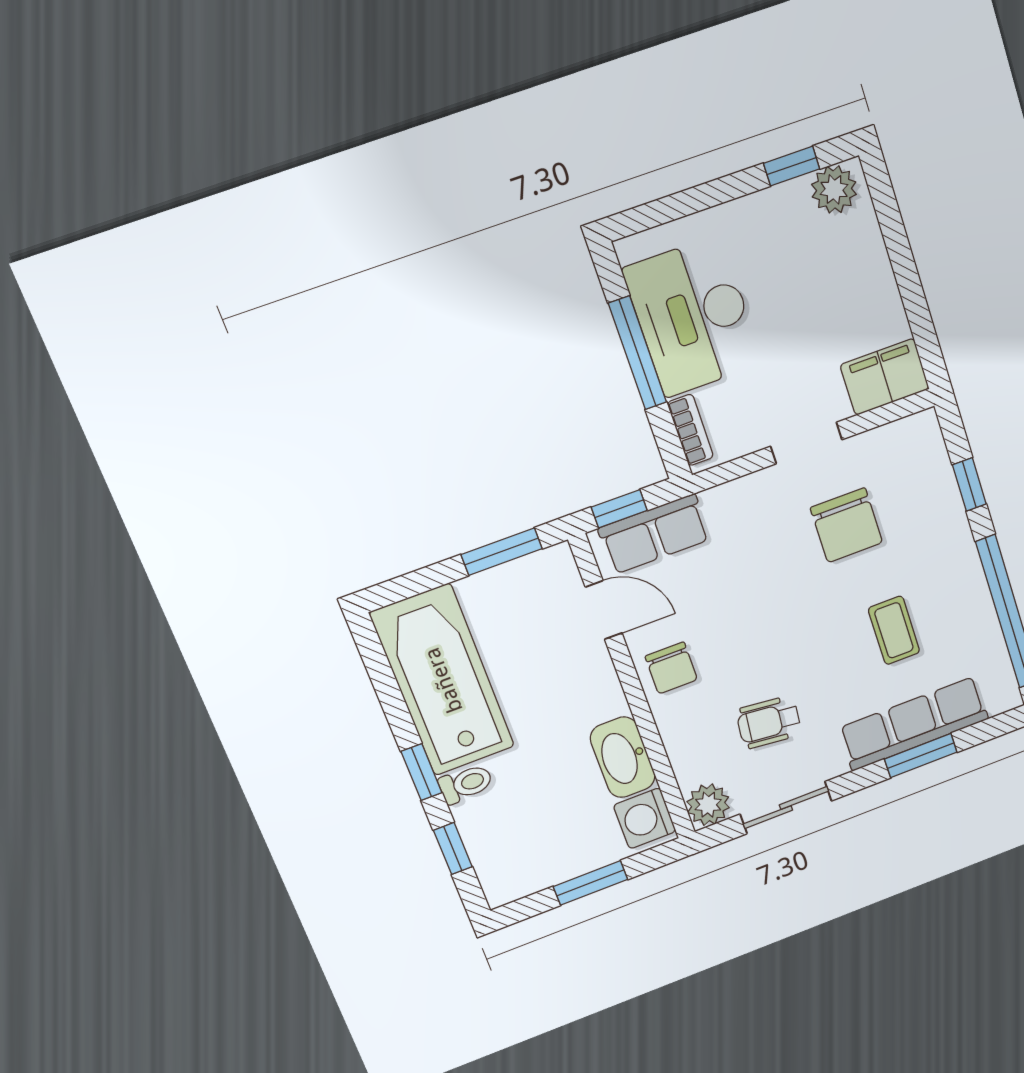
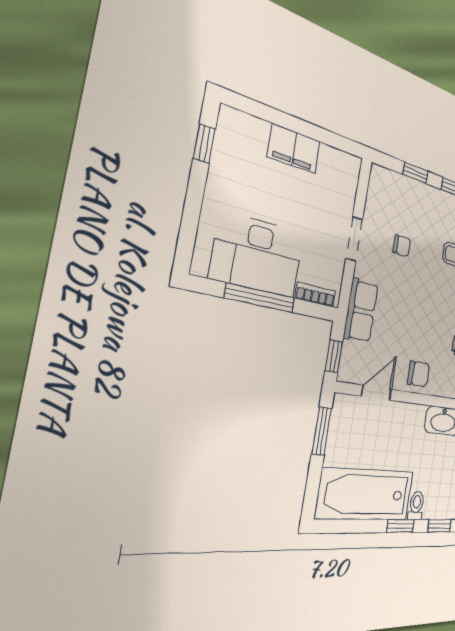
plant: (834, 189) -> (232, 130), removed
filing cabinet: (885, 377) -> (294, 149), moved, turned -90
chair: (846, 525) -> (402, 246), width x0.54, depth x0.54
row of seats: (654, 534) -> (361, 311), moved

